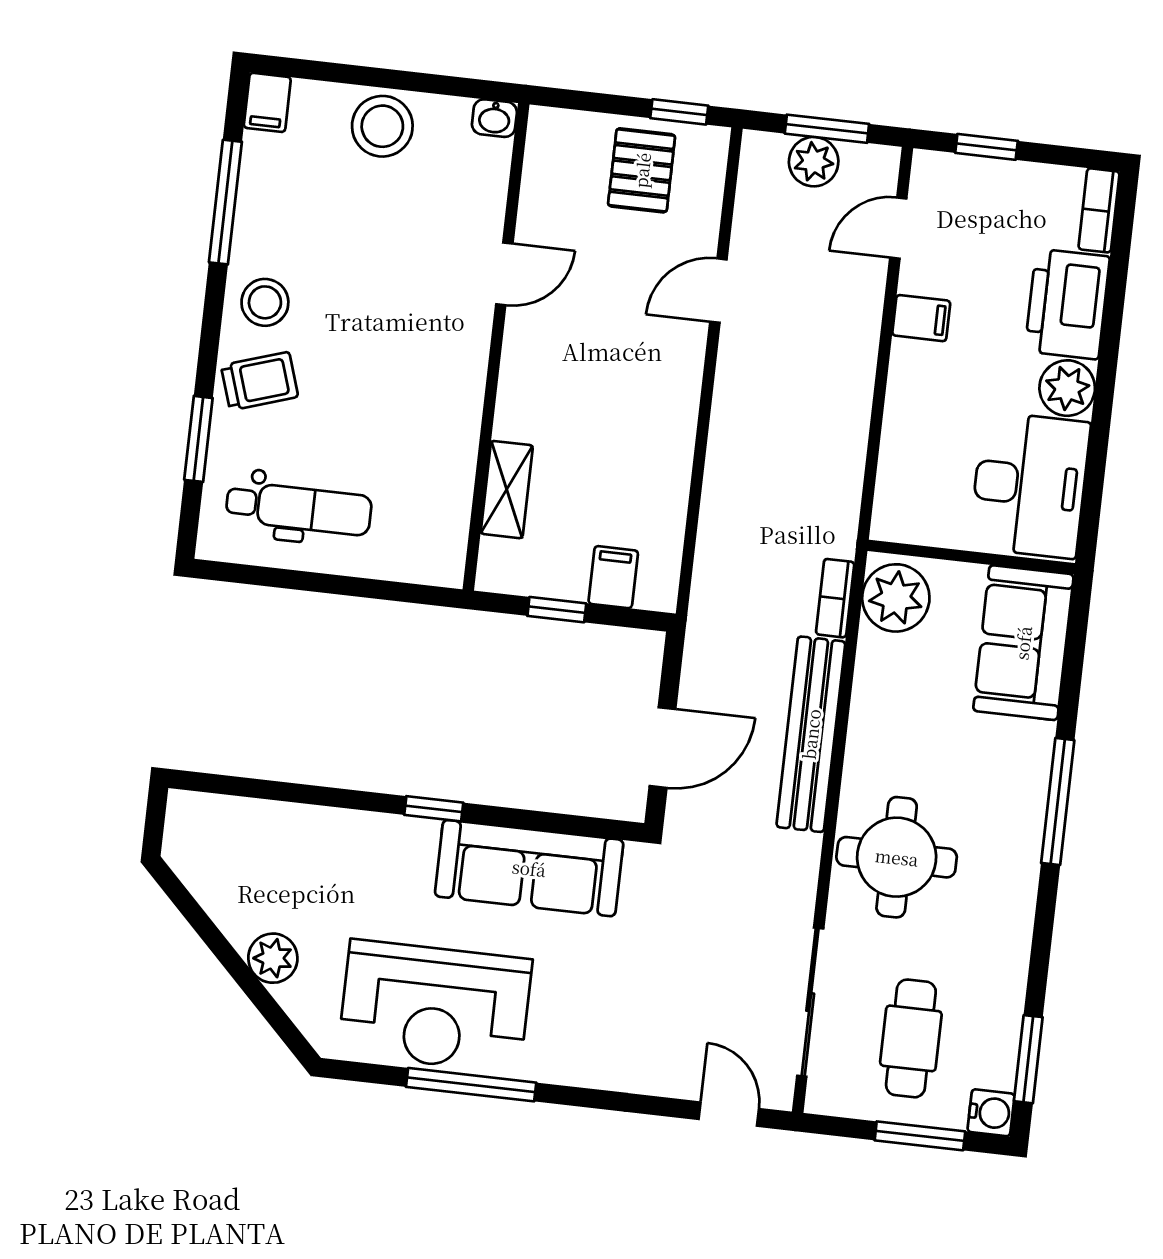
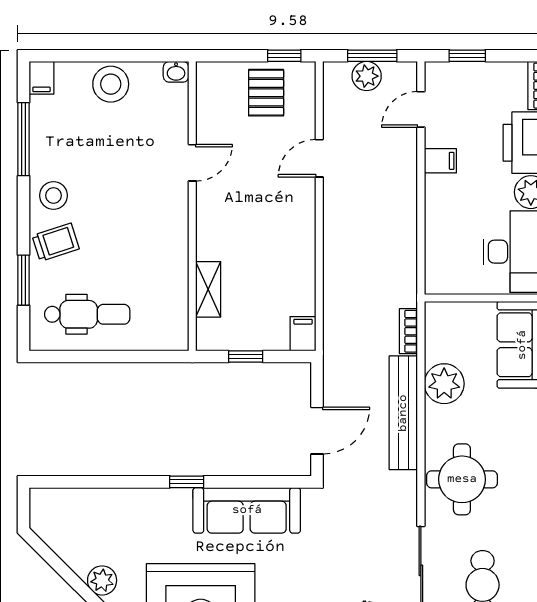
filing cabinet: (613, 577) -> (303, 334), moved
plant: (896, 598) -> (444, 384), moved

